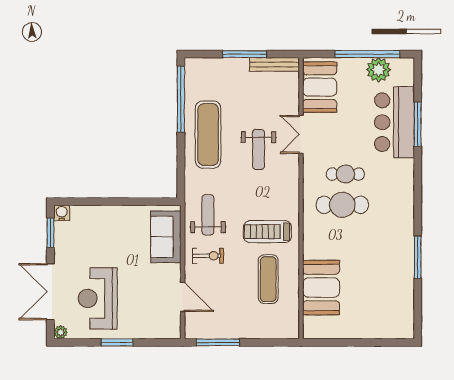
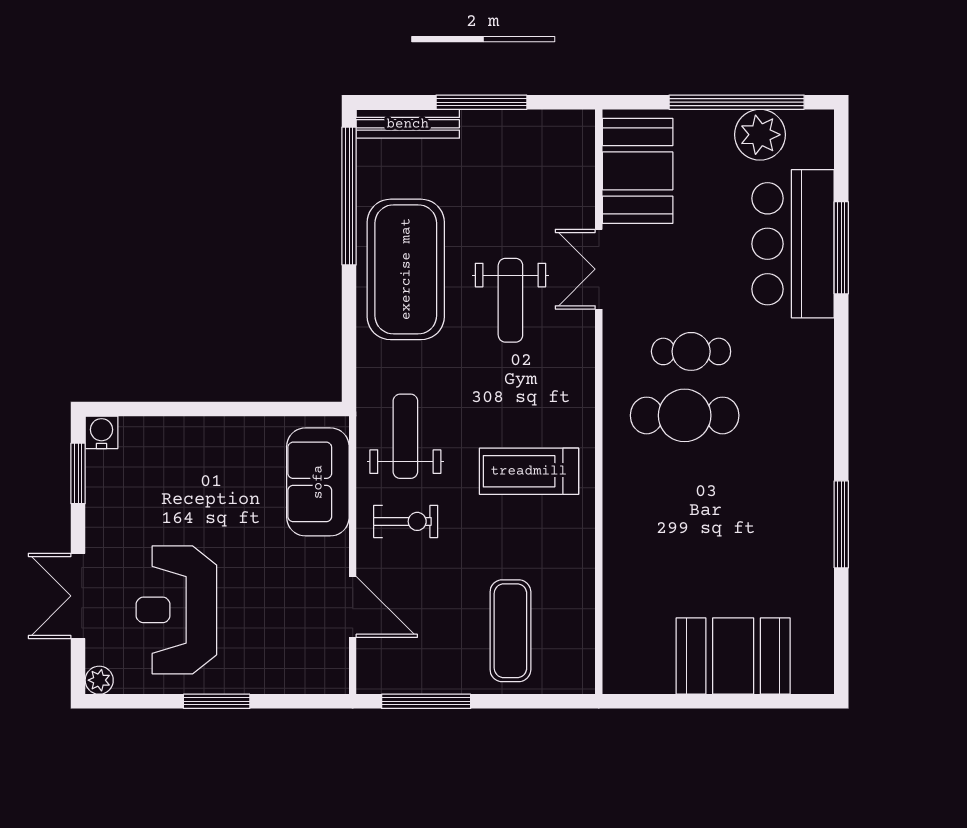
bench: (274, 64) -> (408, 124), moved
exercise mat: (208, 135) -> (406, 269), width x1.47
exercise mat: (268, 279) -> (510, 631), moved
booth: (321, 288) -> (733, 656), moved, turned 90
double door: (50, 292) -> (78, 596), width x0.73

